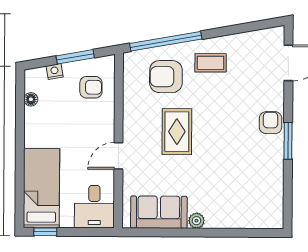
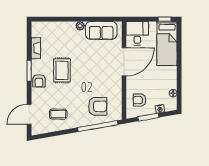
coffee table: (211, 63) -> (58, 114), moved
rug: (177, 132) -> (62, 70), moved
door: (118, 156) -> (124, 62), width x1.88
fireplace: (276, 181) -> (36, 48), added

